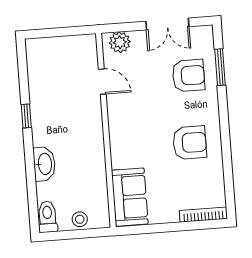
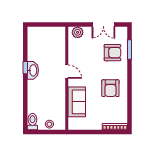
door: (102, 82) -> (67, 72), moved
armchair: (190, 143) -> (110, 88), turned 90
washbasin: (44, 164) -> (33, 70), moved
sofa: (130, 197) -> (77, 102), moved

